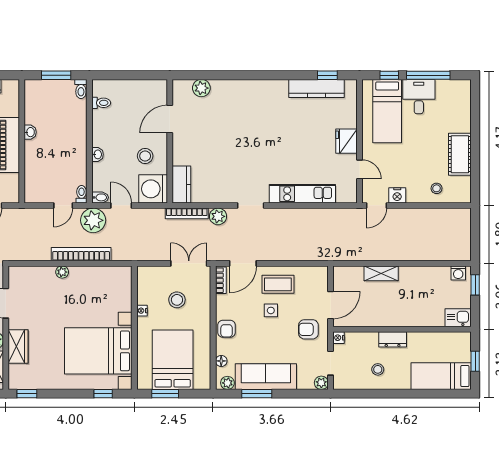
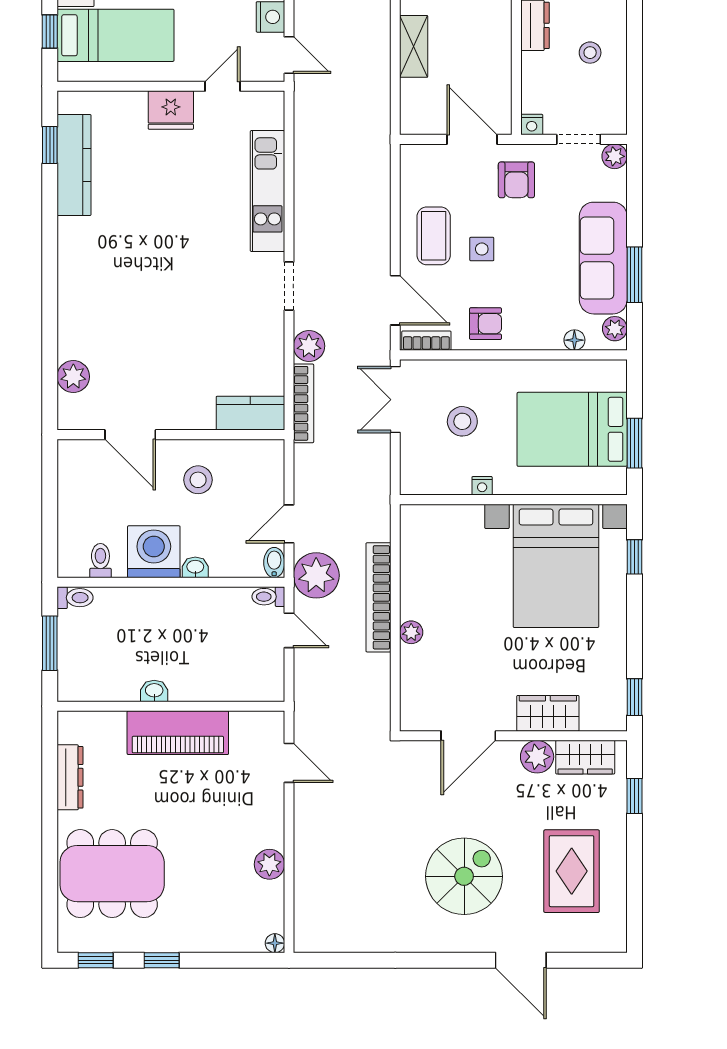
washing machine: (153, 189) -> (154, 552), moved, turned 180
armchair: (227, 329) -> (486, 324), moved

